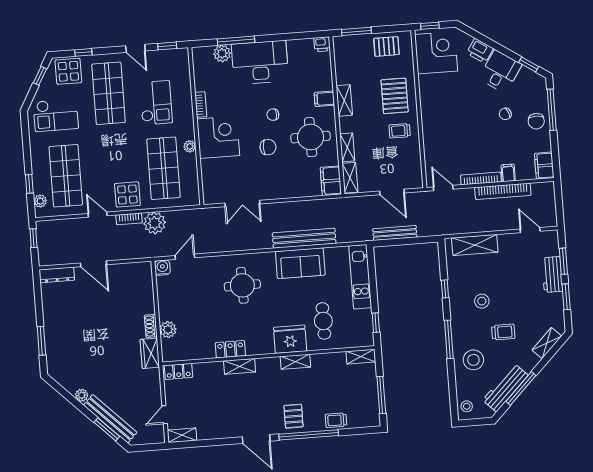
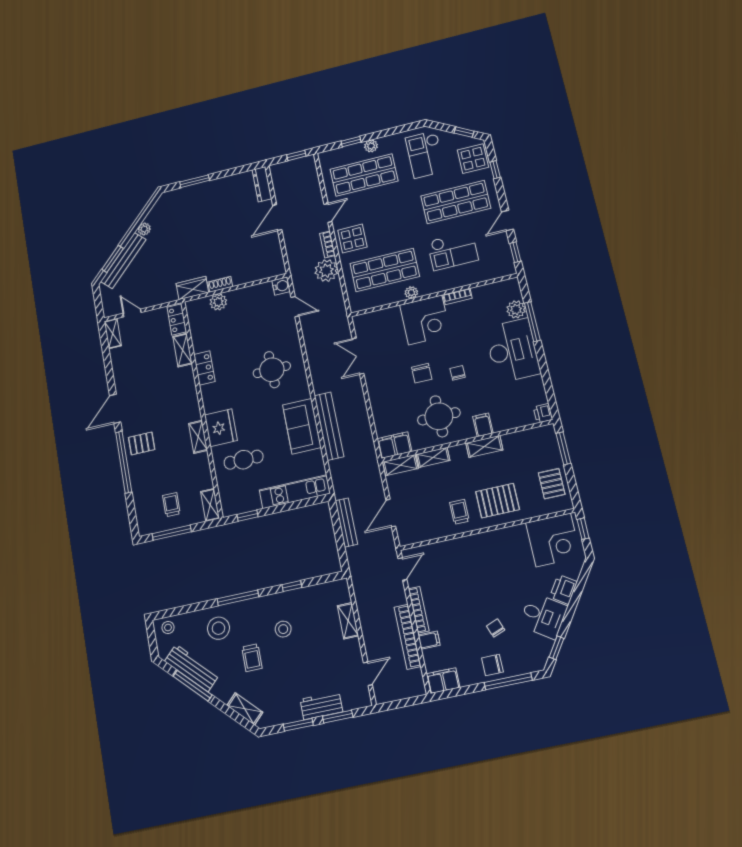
plant: (40, 201) -> (371, 146), moved
shelving: (475, 245) -> (348, 621), width x0.67, depth x0.75
shelving: (240, 366) -> (182, 350), moved
trolley: (336, 420) -> (171, 505), moved

